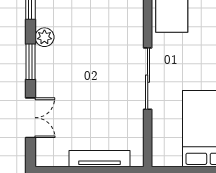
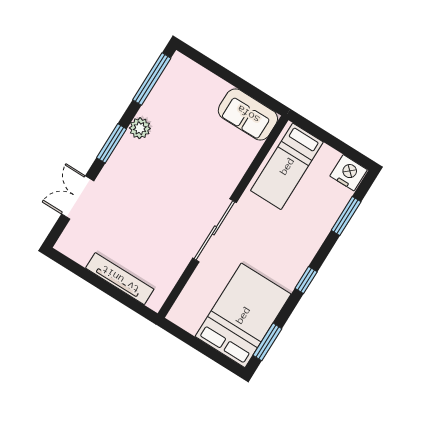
double door: (30, 118) -> (78, 197), swing flipped

